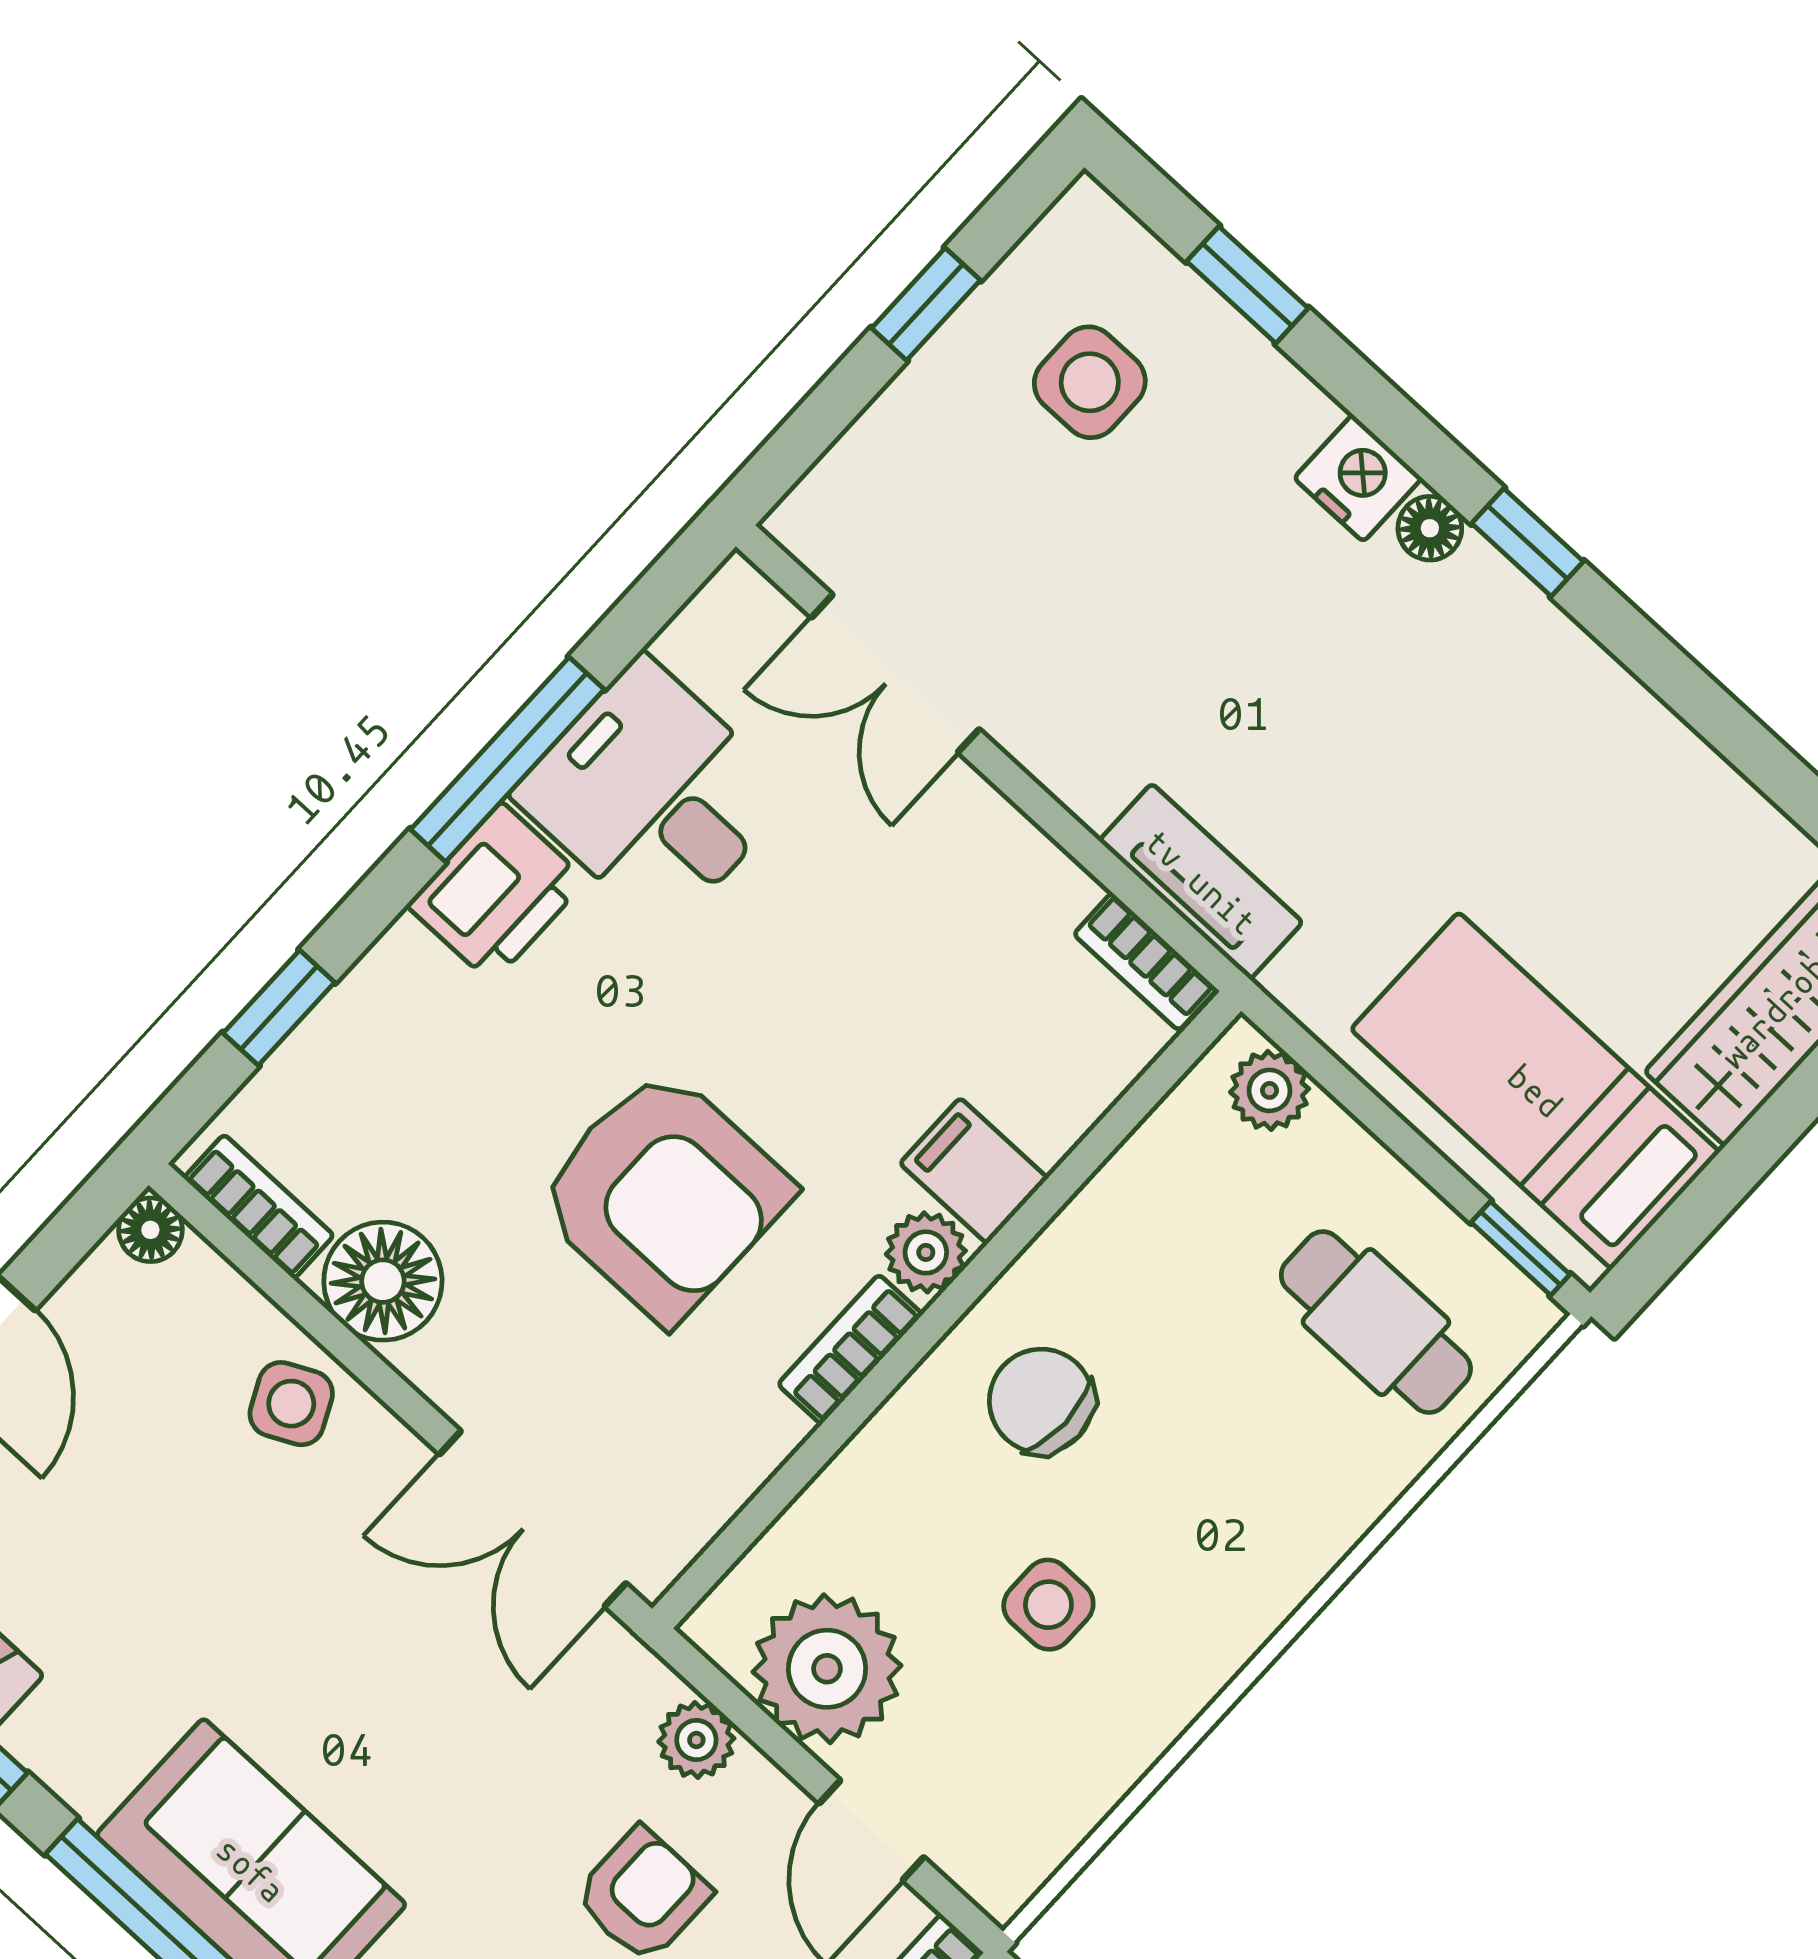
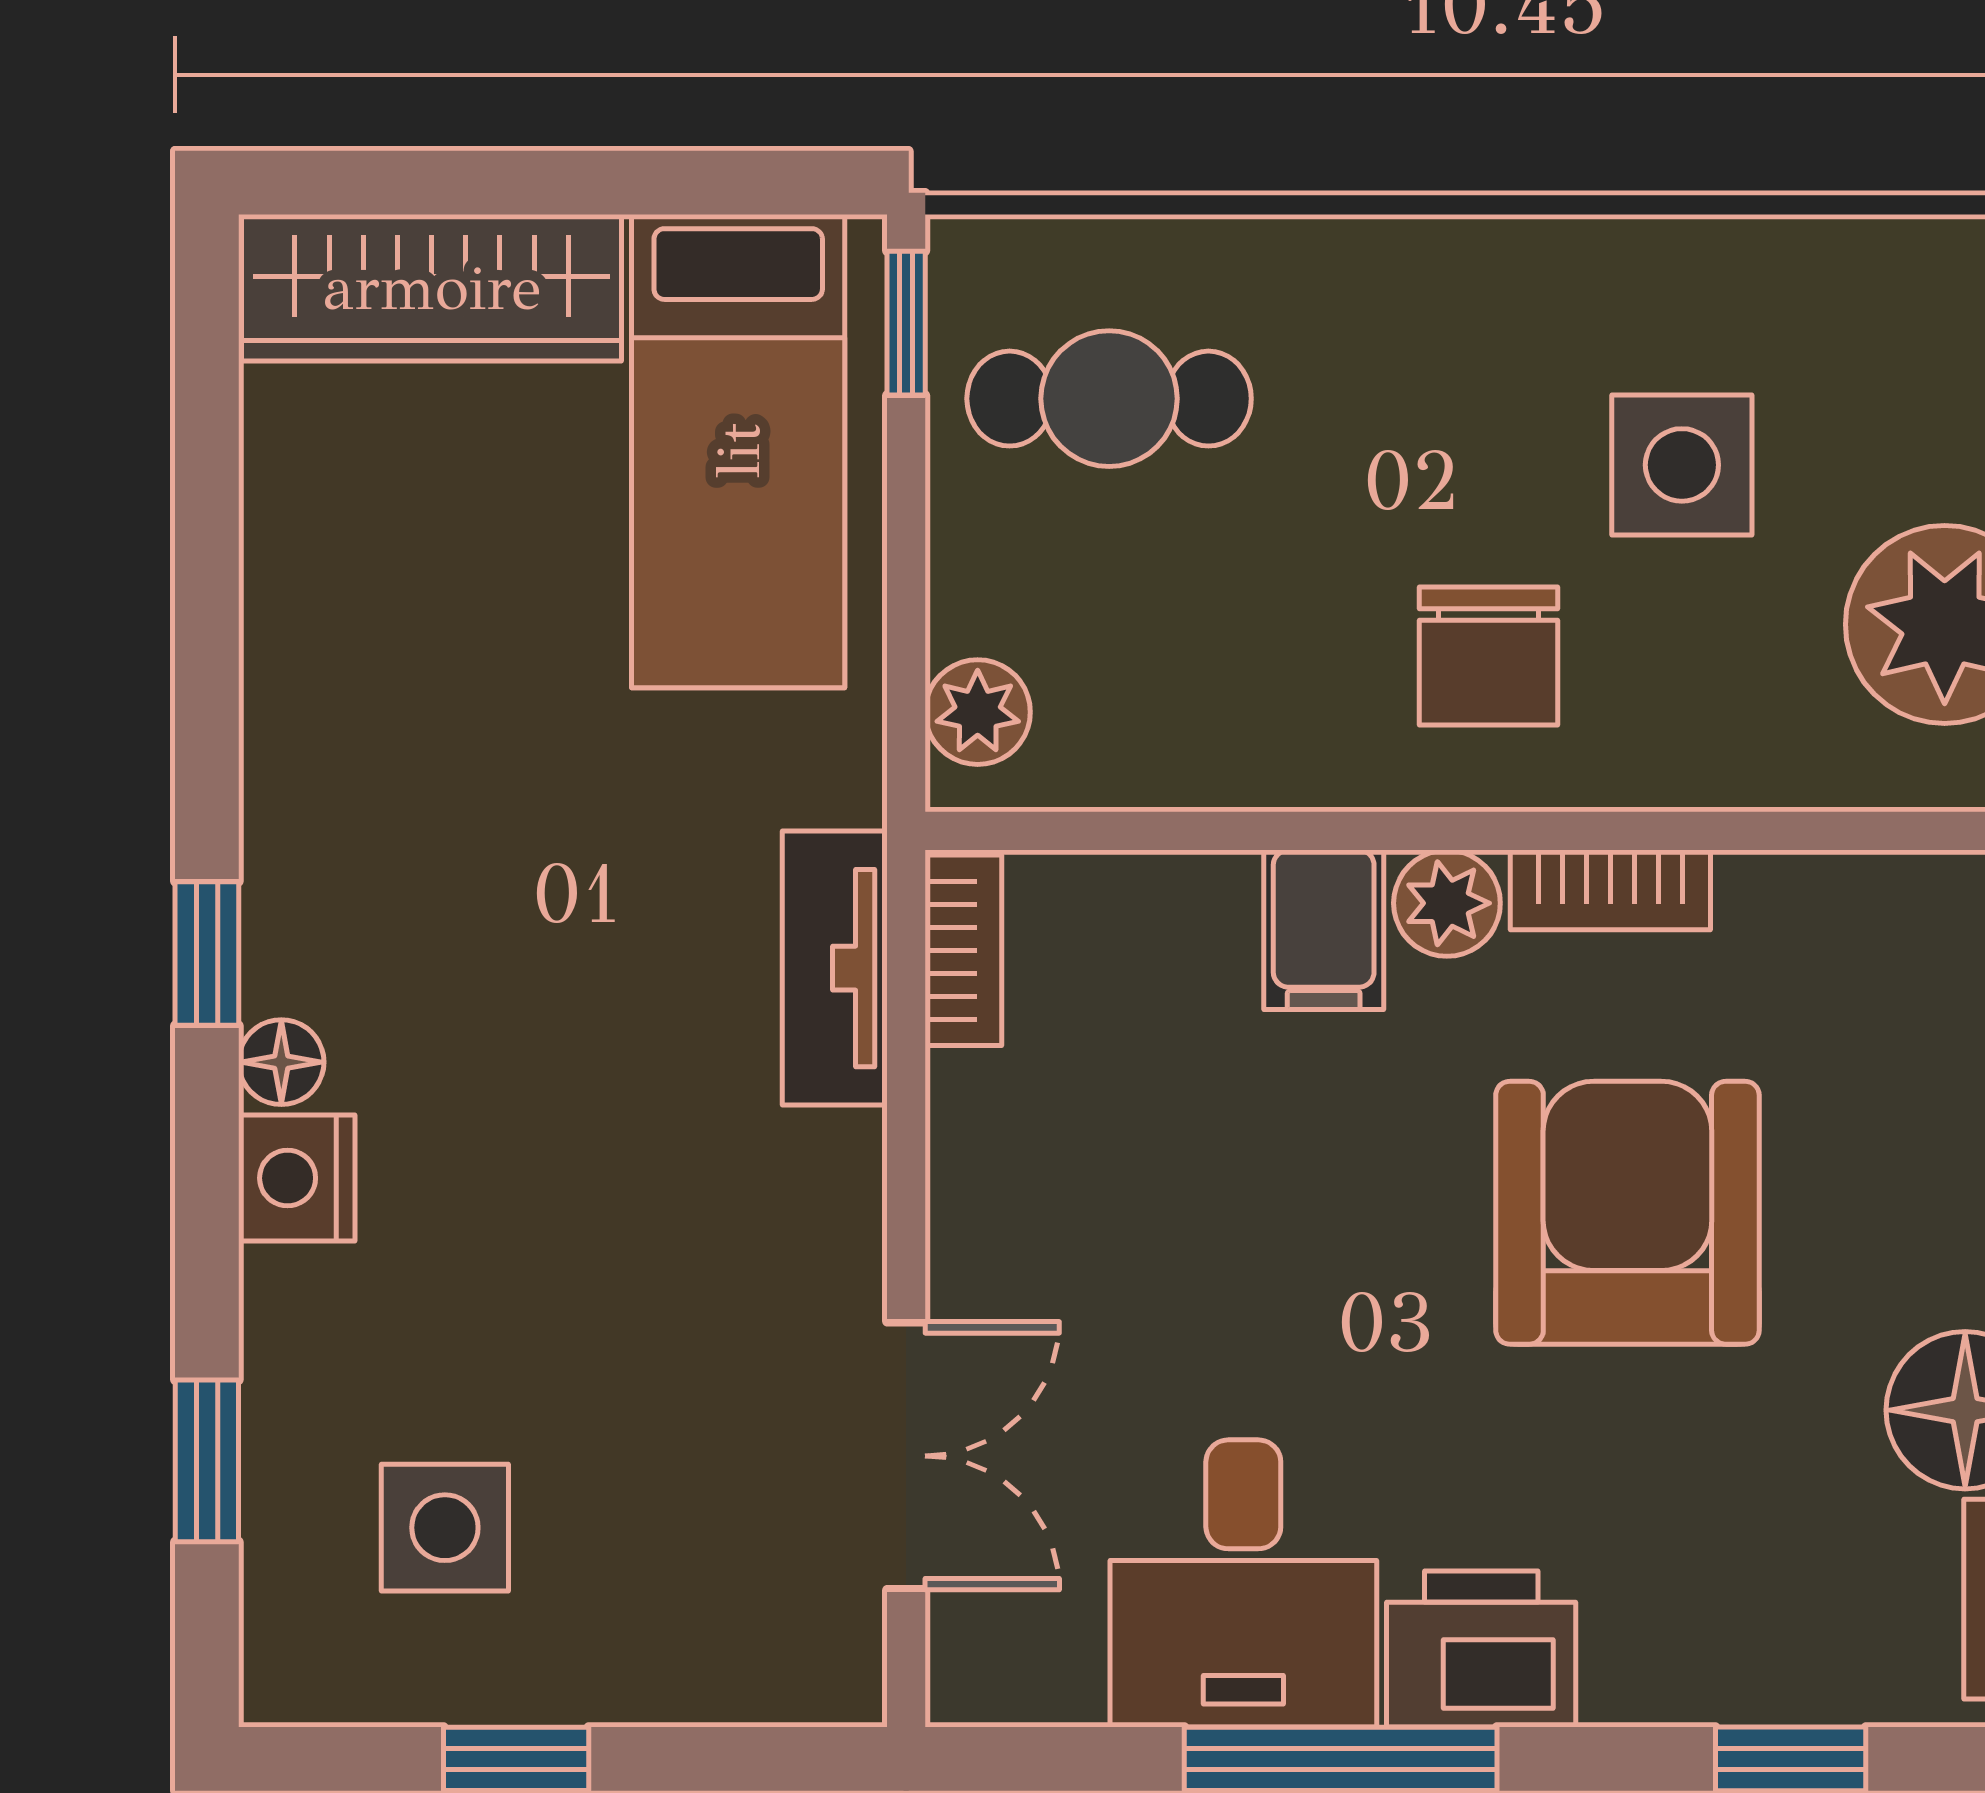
cafe table: (1376, 1322) -> (1109, 399), turned 90
side table: (1048, 1605) -> (1682, 465), width x1.37, depth x1.37

